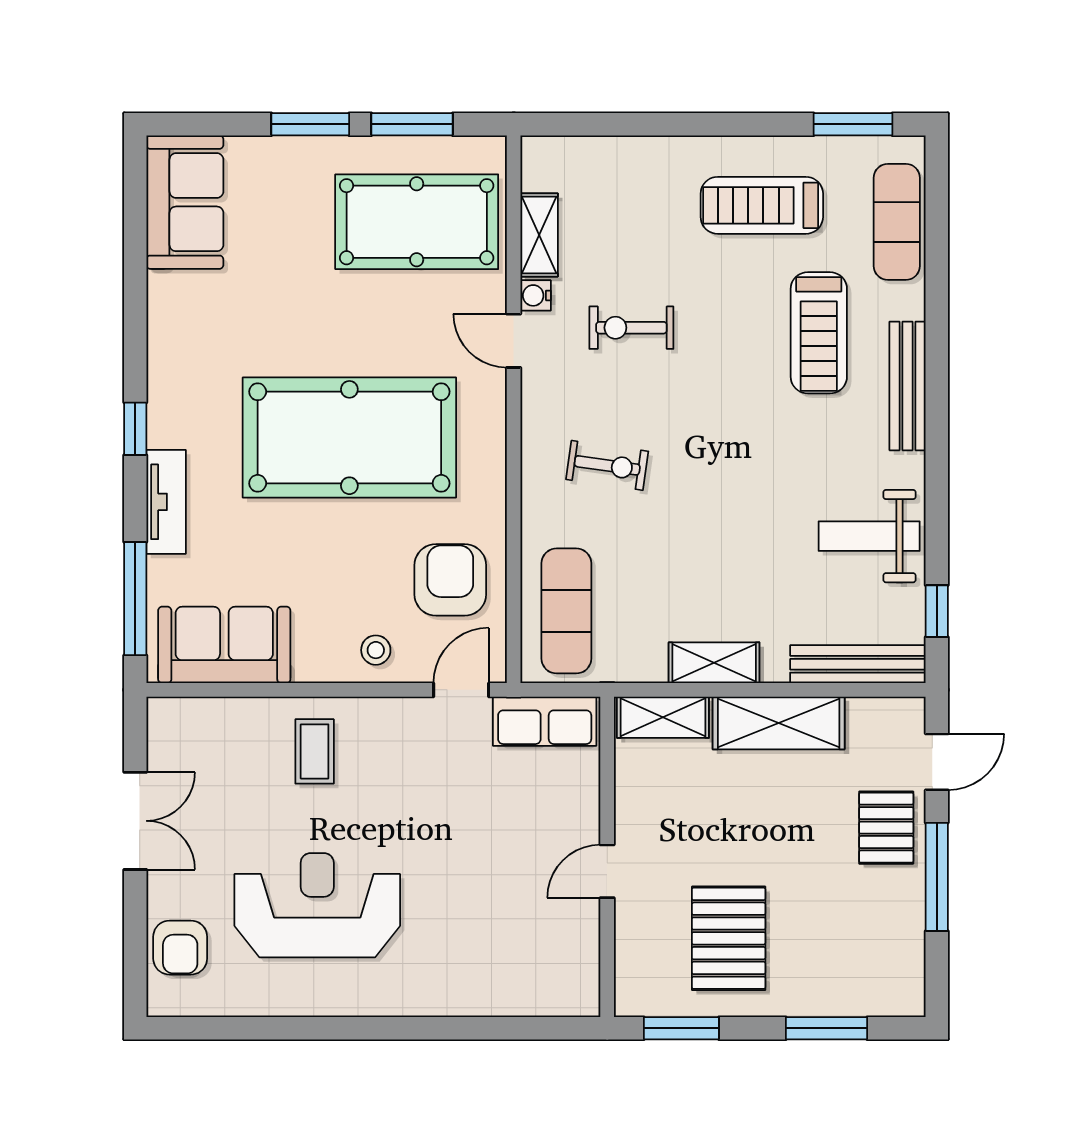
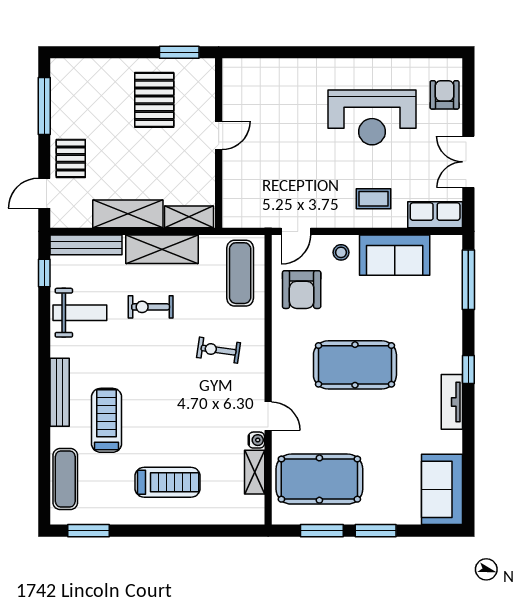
treadmill: (762, 205) -> (168, 482), moved
exercise bike: (631, 328) -> (151, 307), moved, turned 180
pool table: (349, 438) -> (355, 365), width x0.73, depth x0.76
tv unit: (166, 502) -> (452, 402), moved
sofa: (224, 645) -> (395, 255), moved
shelving: (714, 663) -> (162, 249), width x1.50, depth x1.33
row of seats: (545, 721) -> (435, 215), moved
coffee table: (315, 751) -> (373, 199), turned 90
window: (937, 877) -> (44, 106), moved
window: (826, 1028) -> (102, 52), removed

